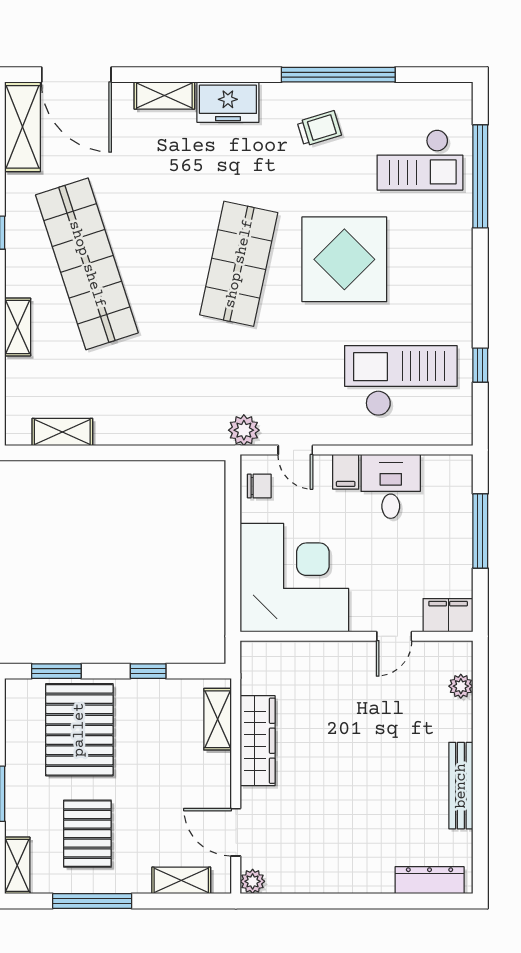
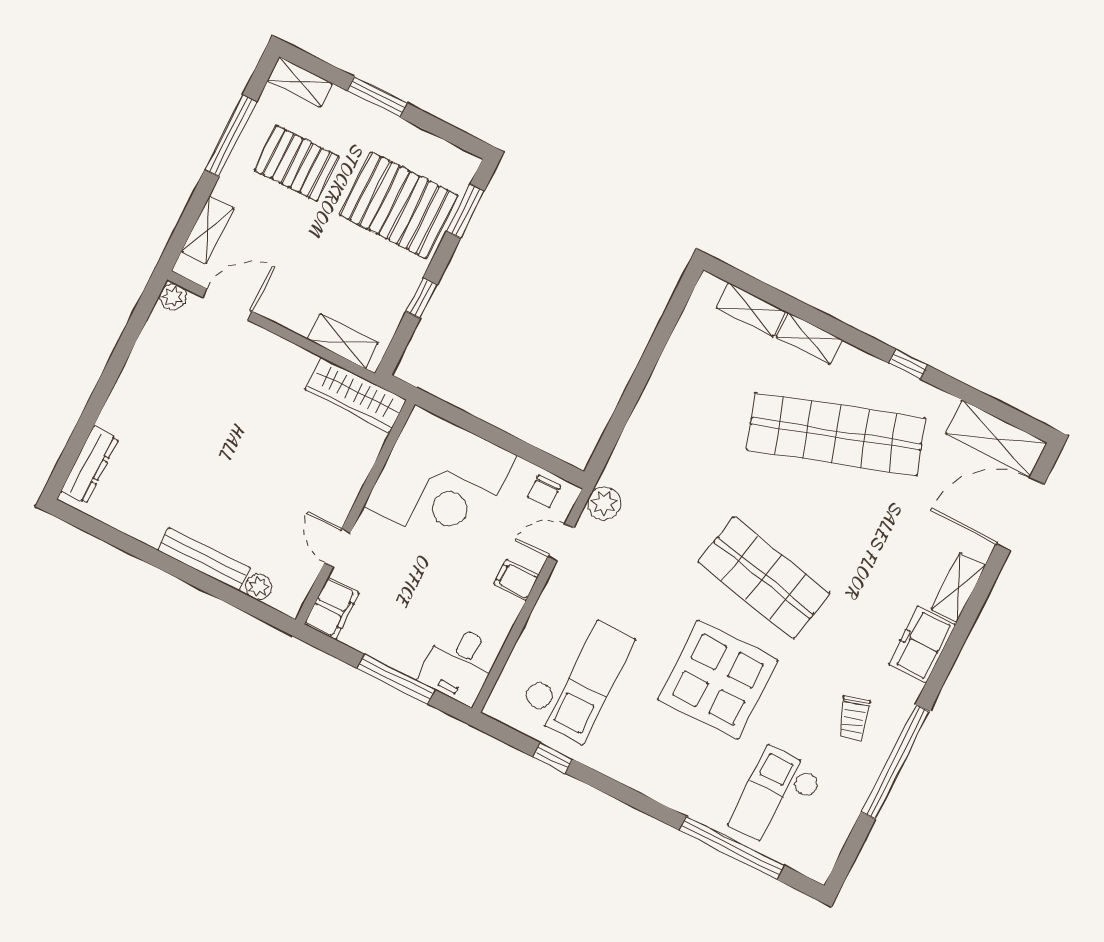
shelving: (62, 432) -> (751, 310), moved, turned 90
desk: (391, 486) -> (459, 664), moved, turned 90
wardrobe: (258, 741) -> (356, 395), moved
bench: (461, 786) -> (204, 559), moved

